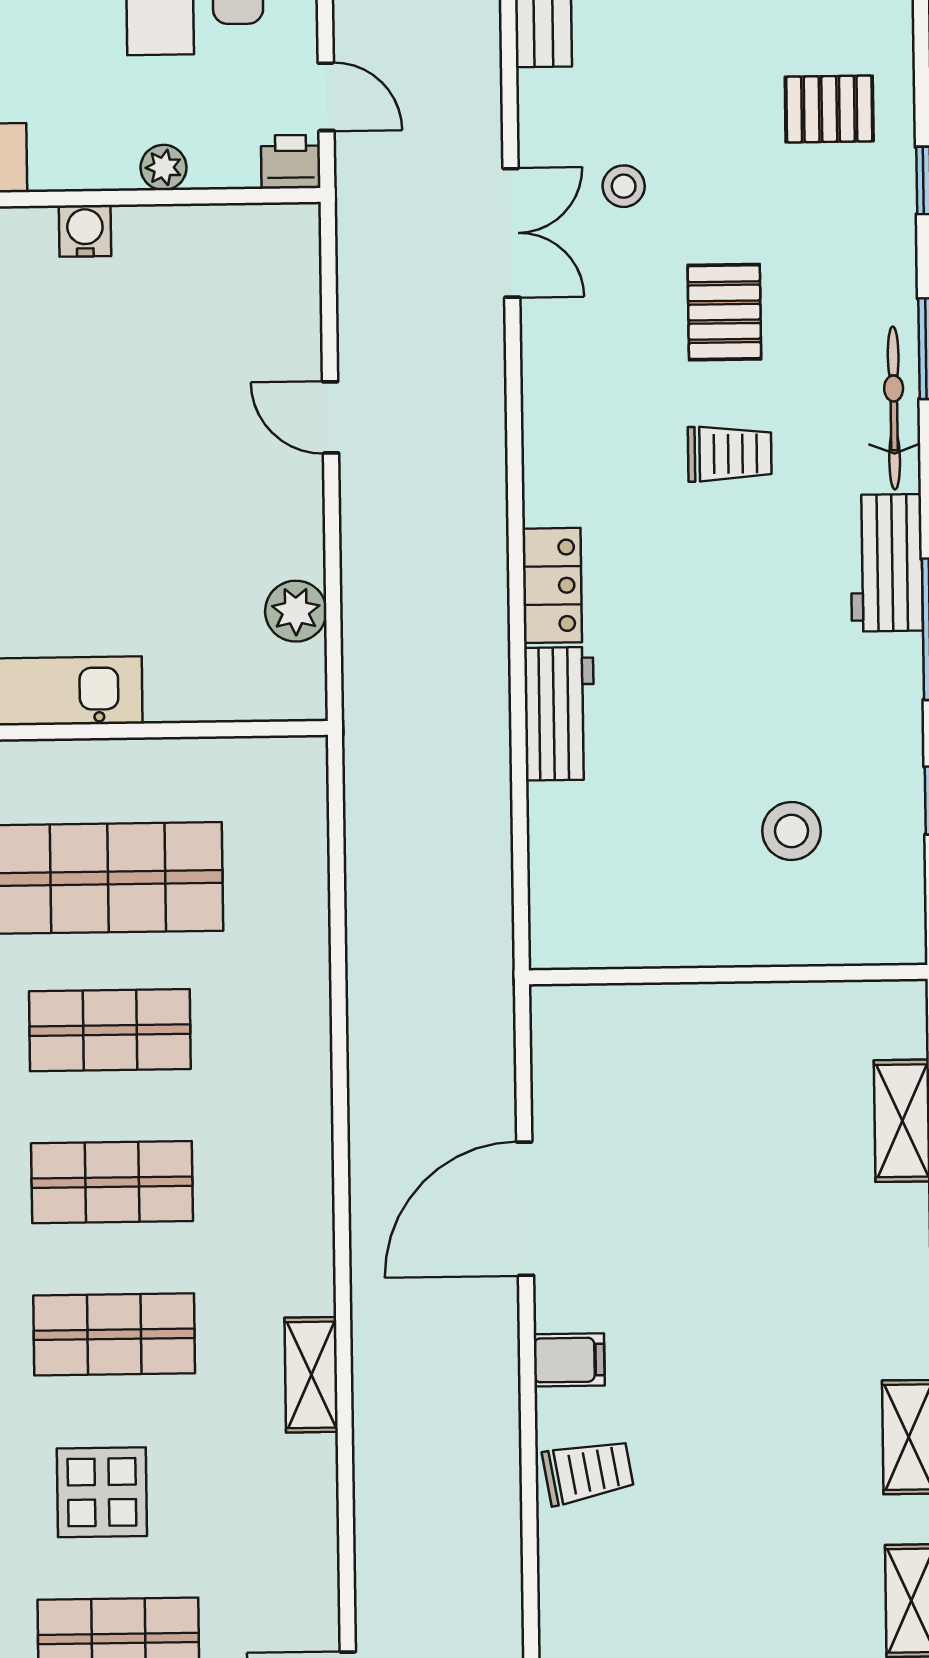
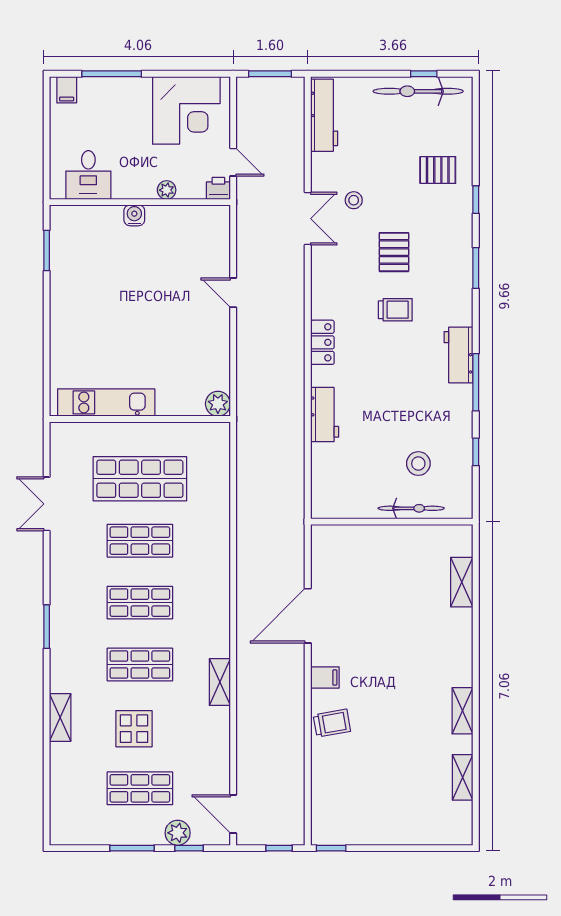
bicycle: (894, 408) -> (411, 508), moved, turned 90
locker: (552, 585) -> (322, 342), moved
plant: (296, 611) -> (218, 404), moved

